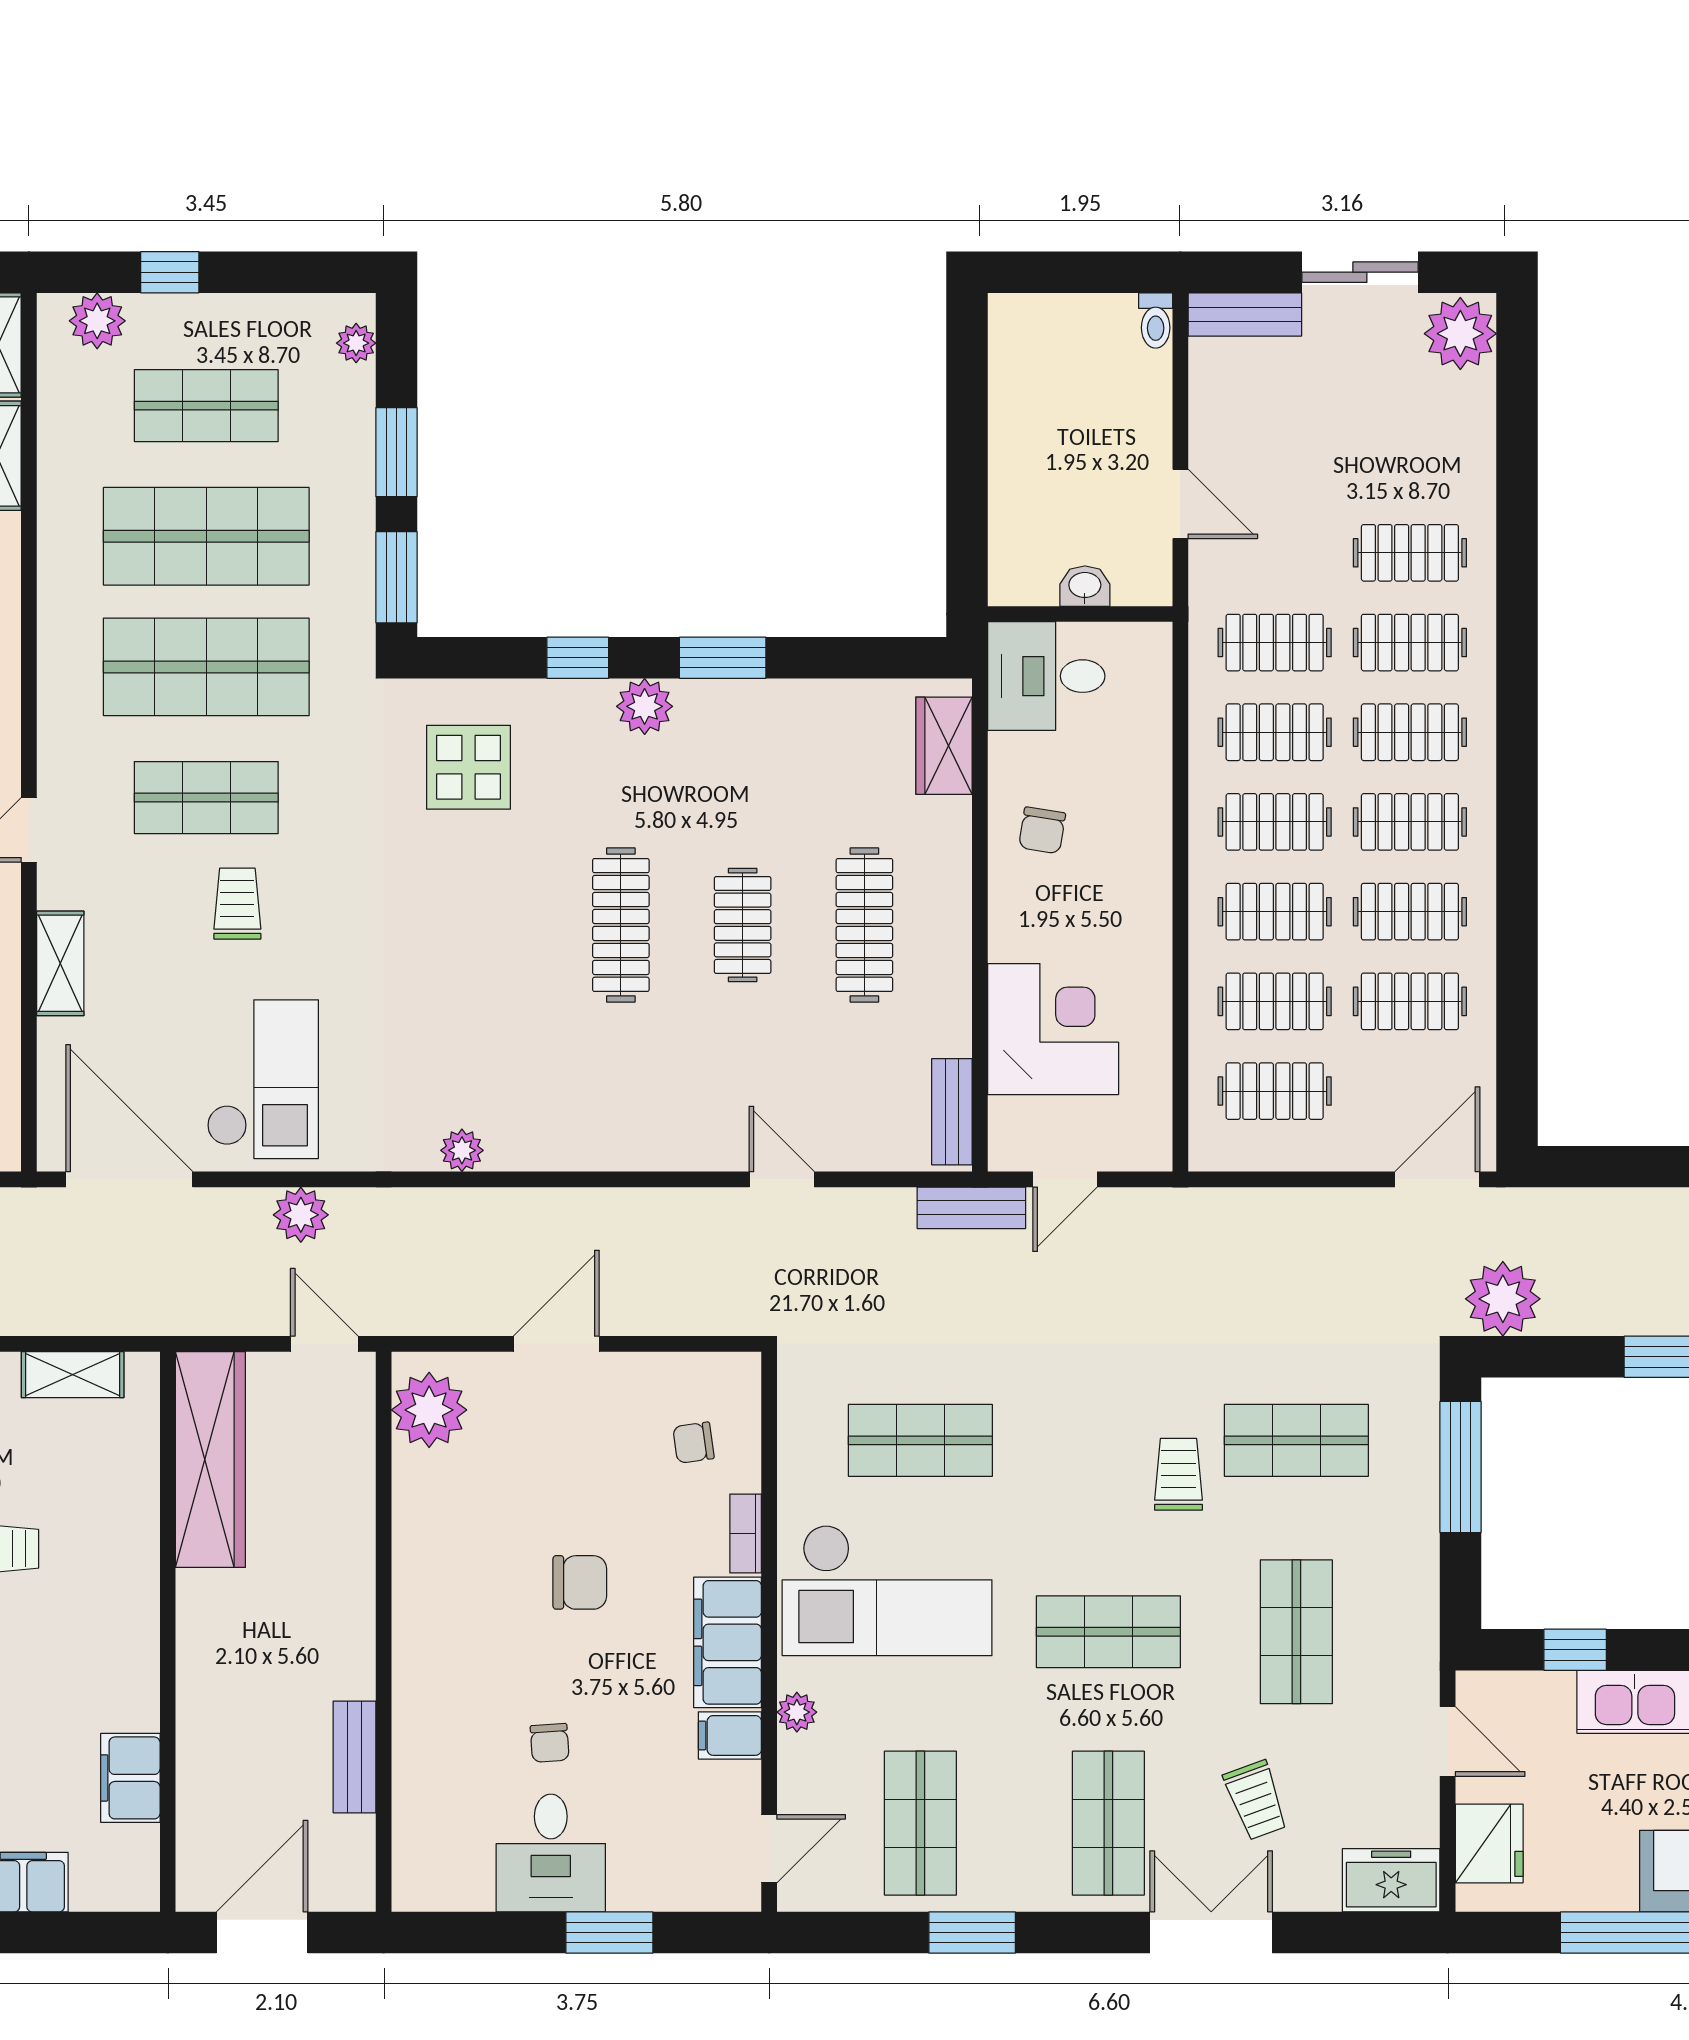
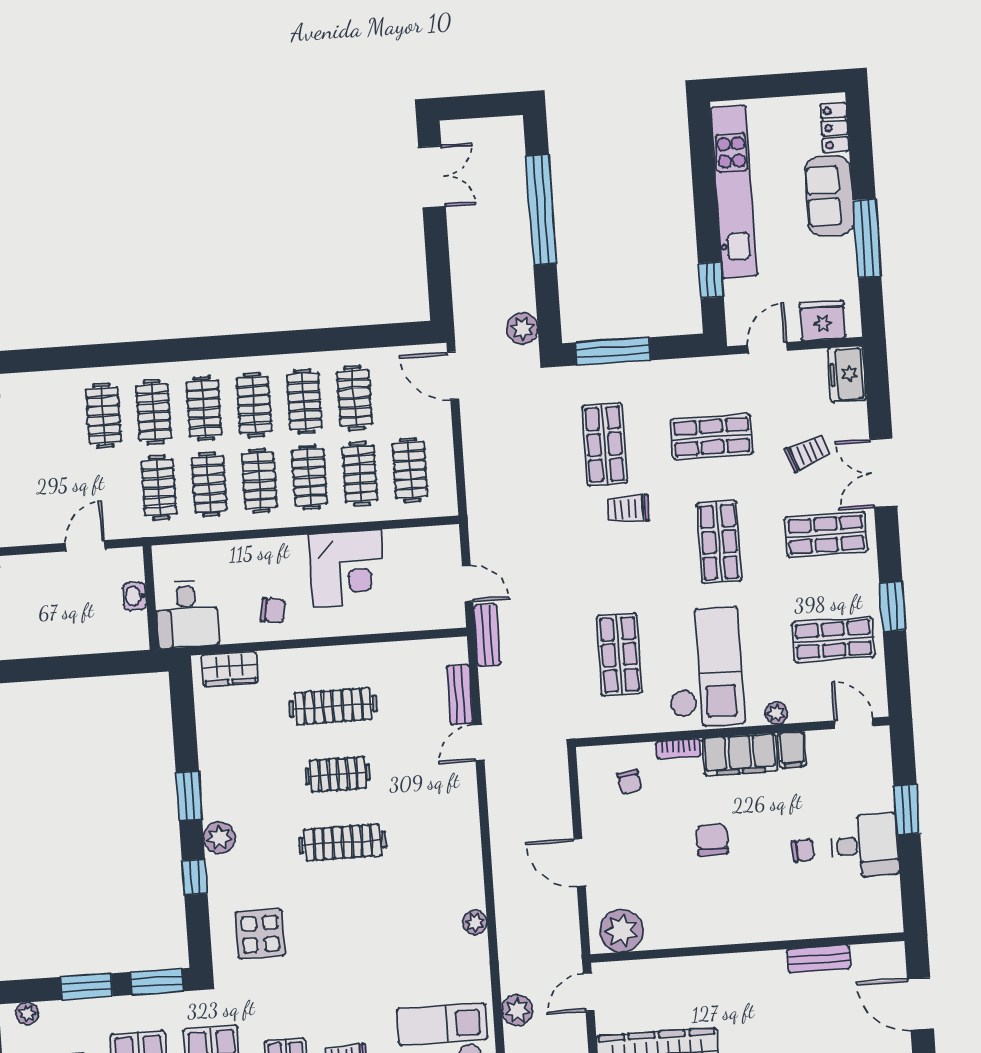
corner desk: (1053, 1029) -> (347, 569), moved, turned 180
bench: (952, 1112) -> (460, 695), moved, turned 90
plant: (1503, 1299) -> (522, 328), width x0.73, depth x0.73

